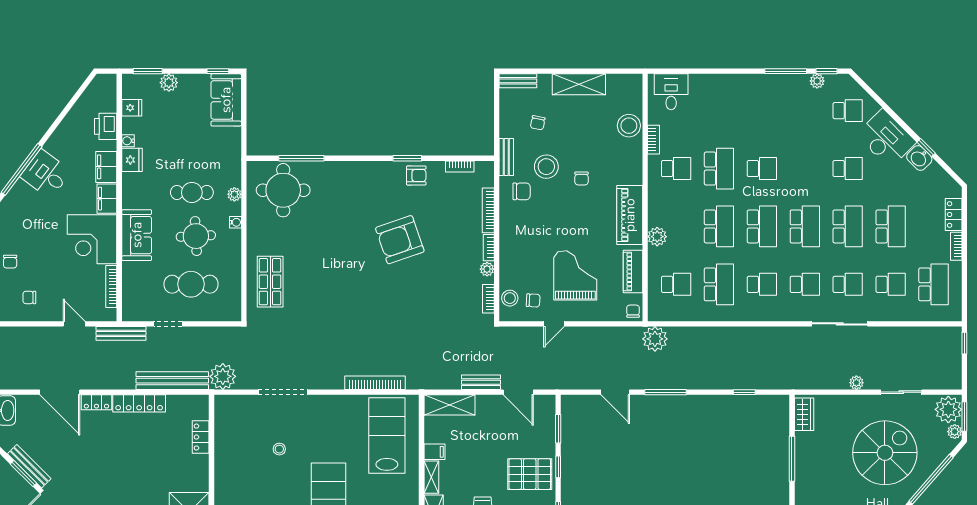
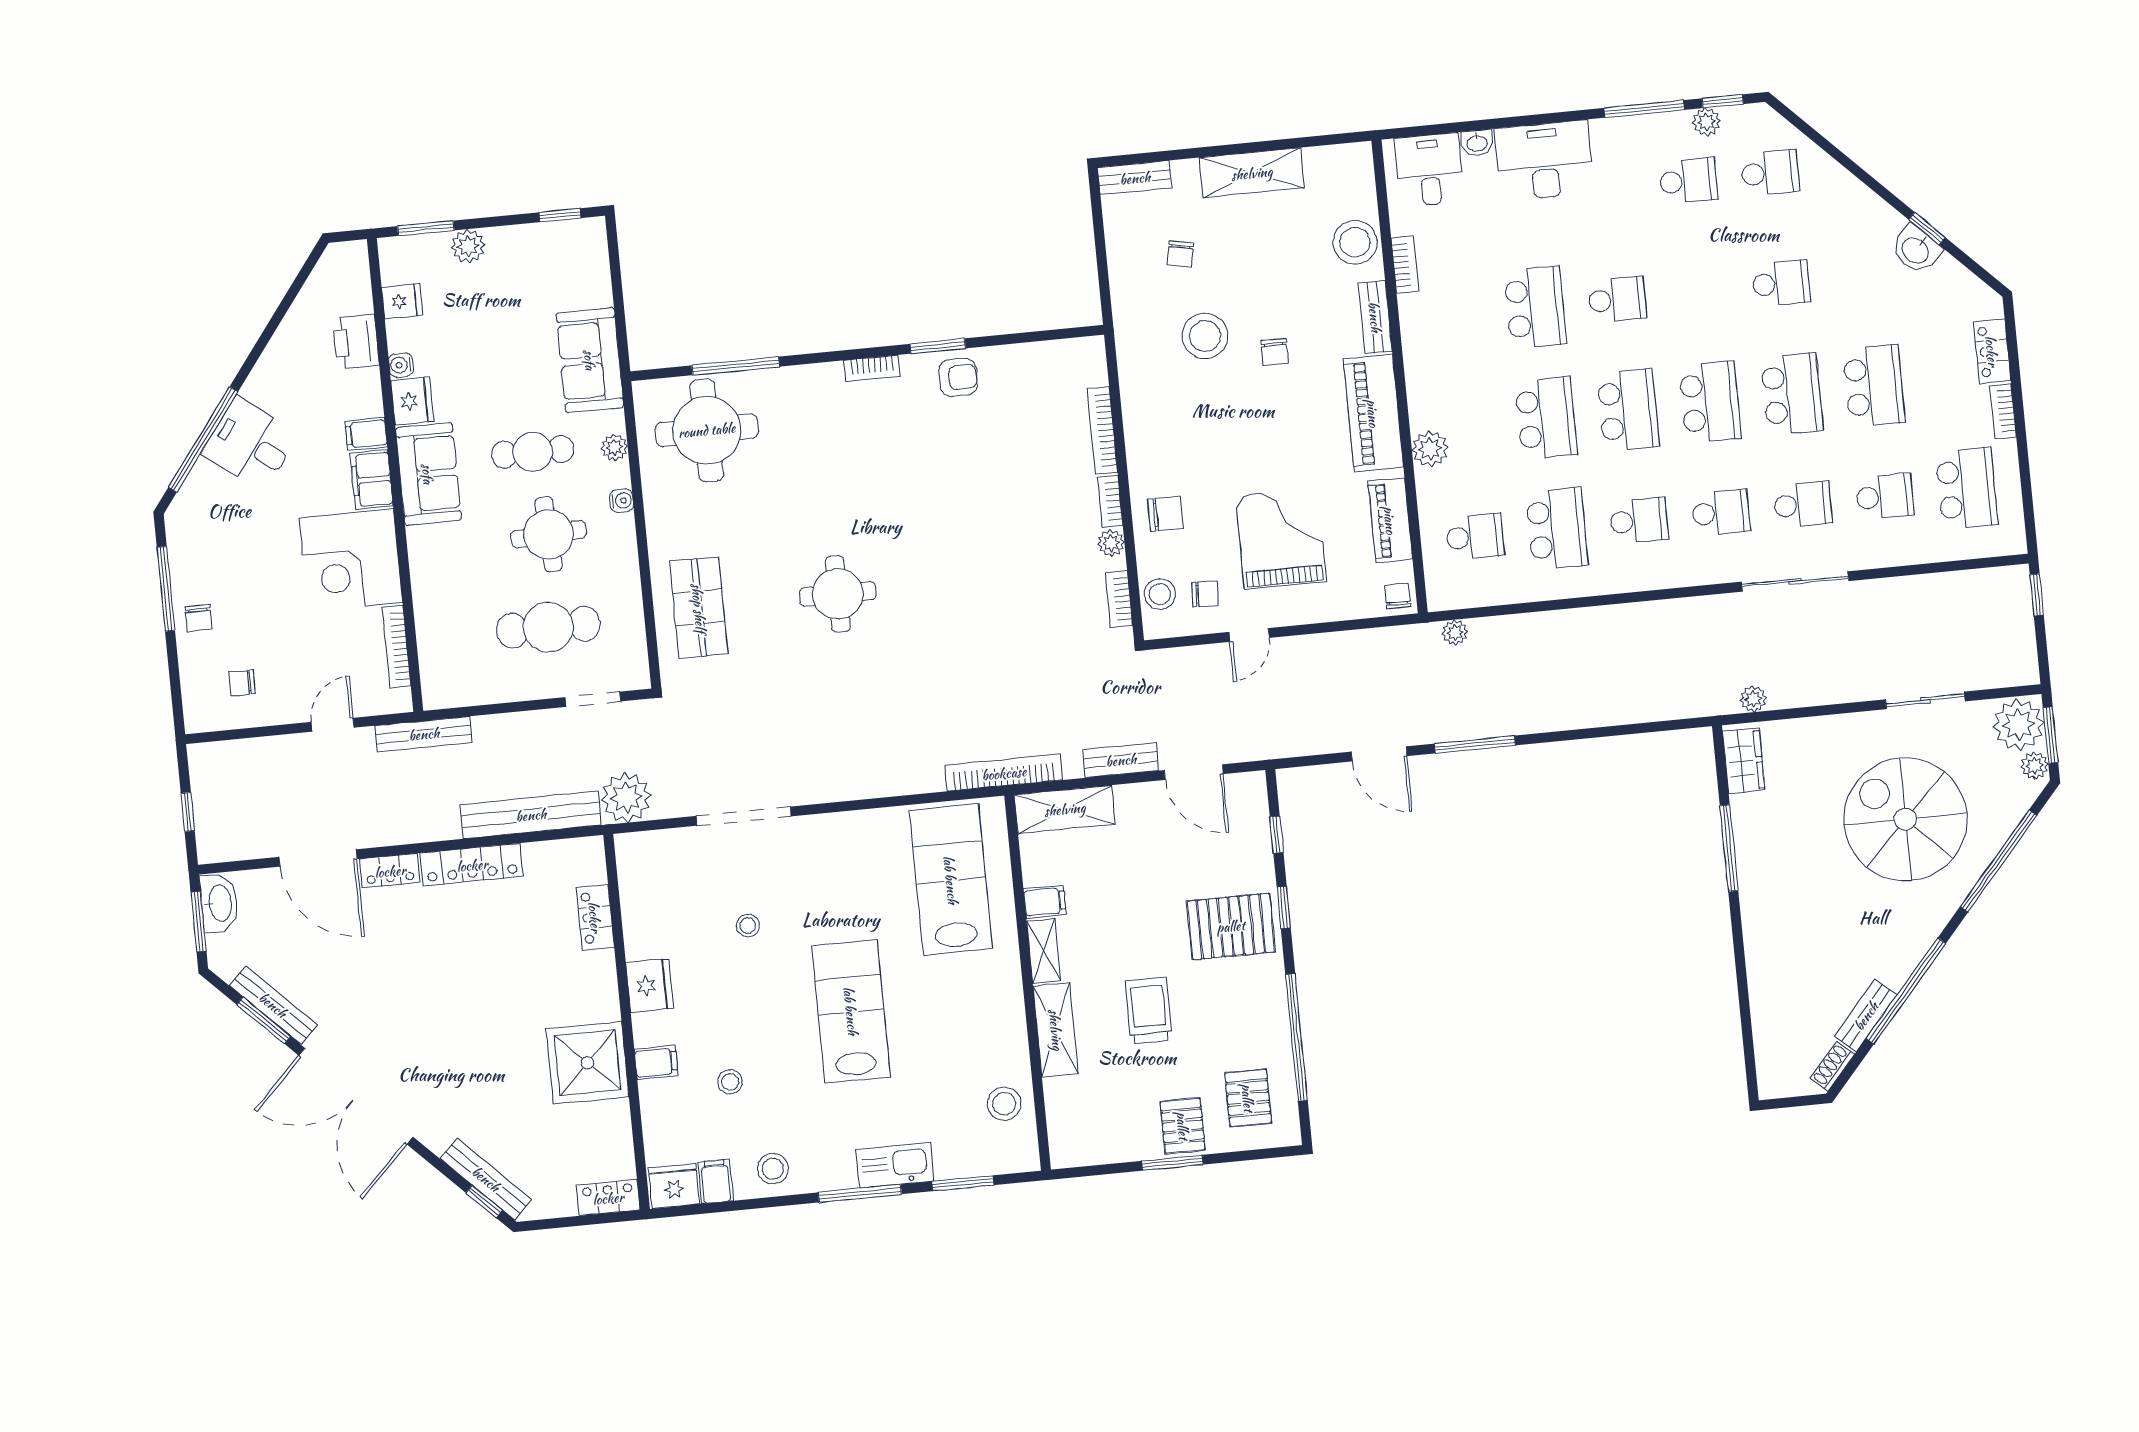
washbasin: (697, 80) -> (1477, 143), added
sofa: (226, 100) -> (590, 360), moved
desk: (886, 138) -> (1544, 161), moved, turned -45
bench: (506, 157) -> (1375, 317), moved
bookcase: (460, 166) -> (872, 368), moved
filing cabinet: (106, 167) -> (366, 434), width x0.50
school desk: (676, 169) -> (1688, 181), moved
chair: (522, 191) -> (1165, 514), moved
sofa: (137, 235) -> (428, 474), moved
armchair: (400, 240) -> (939, 503), removed
round table: (343, 282) -> (838, 594), added
door: (74, 324) -> (333, 725), hinge flipped
doorway: (168, 324) -> (593, 699), moved
plant: (655, 339) -> (1455, 633), width x0.53, depth x0.53
bookcase: (375, 383) -> (1004, 773), moved
plant: (856, 383) -> (1753, 699), moved
window: (744, 392) -> (1625, 730), removed
window: (558, 429) -> (1277, 835), width x0.67
spiral stairs: (885, 453) -> (1905, 819), turned -90
fridge: (225, 475) -> (650, 986), added

